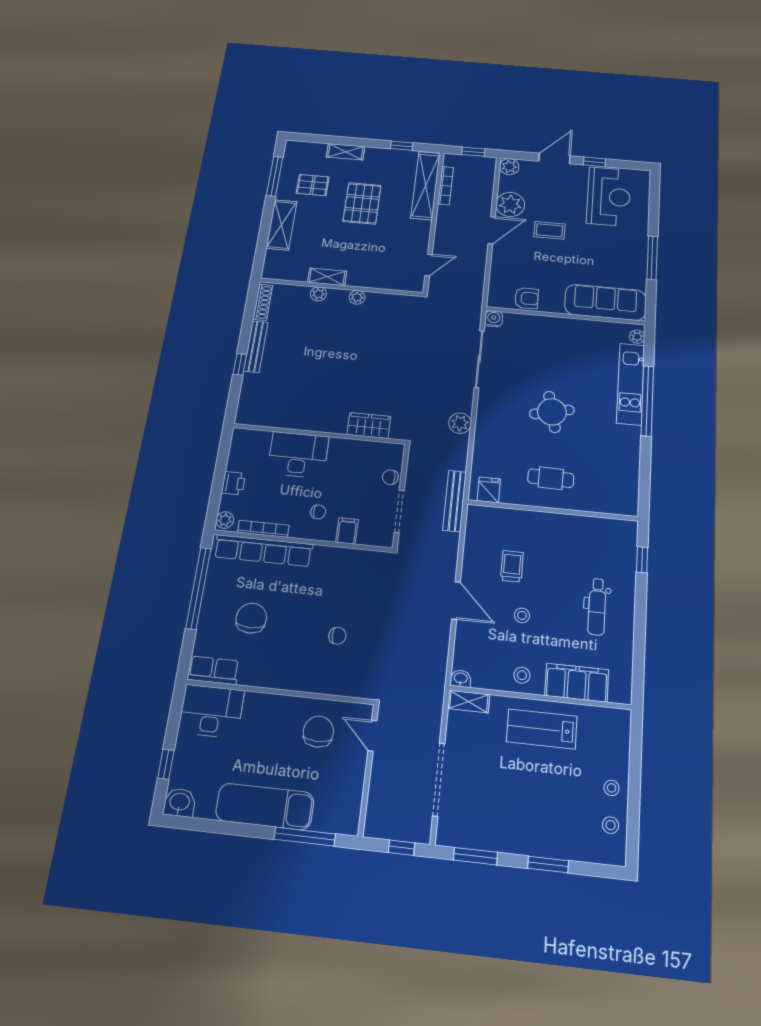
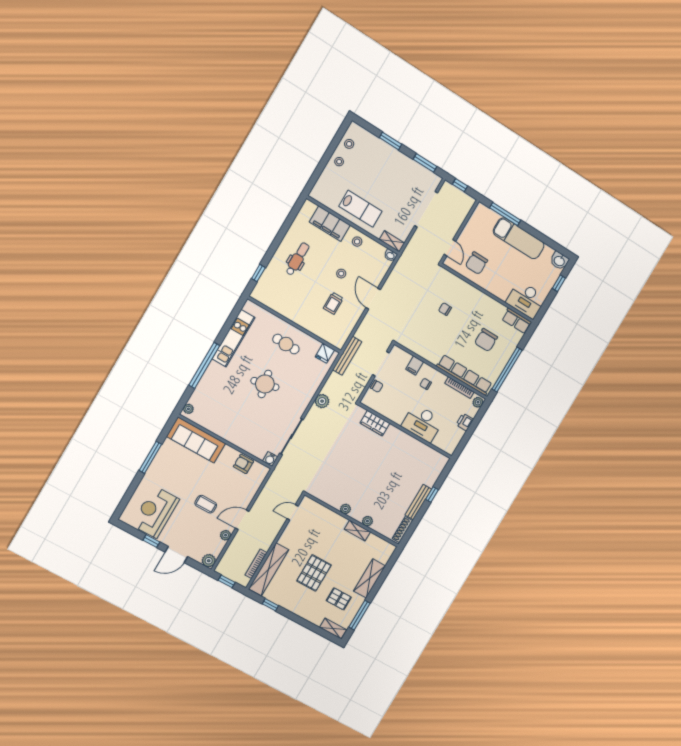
shelving: (345, 152) -> (333, 629), moved
plant: (510, 204) -> (226, 535), width x0.53, depth x0.53
kitchen unit: (631, 384) -> (233, 338), moved

